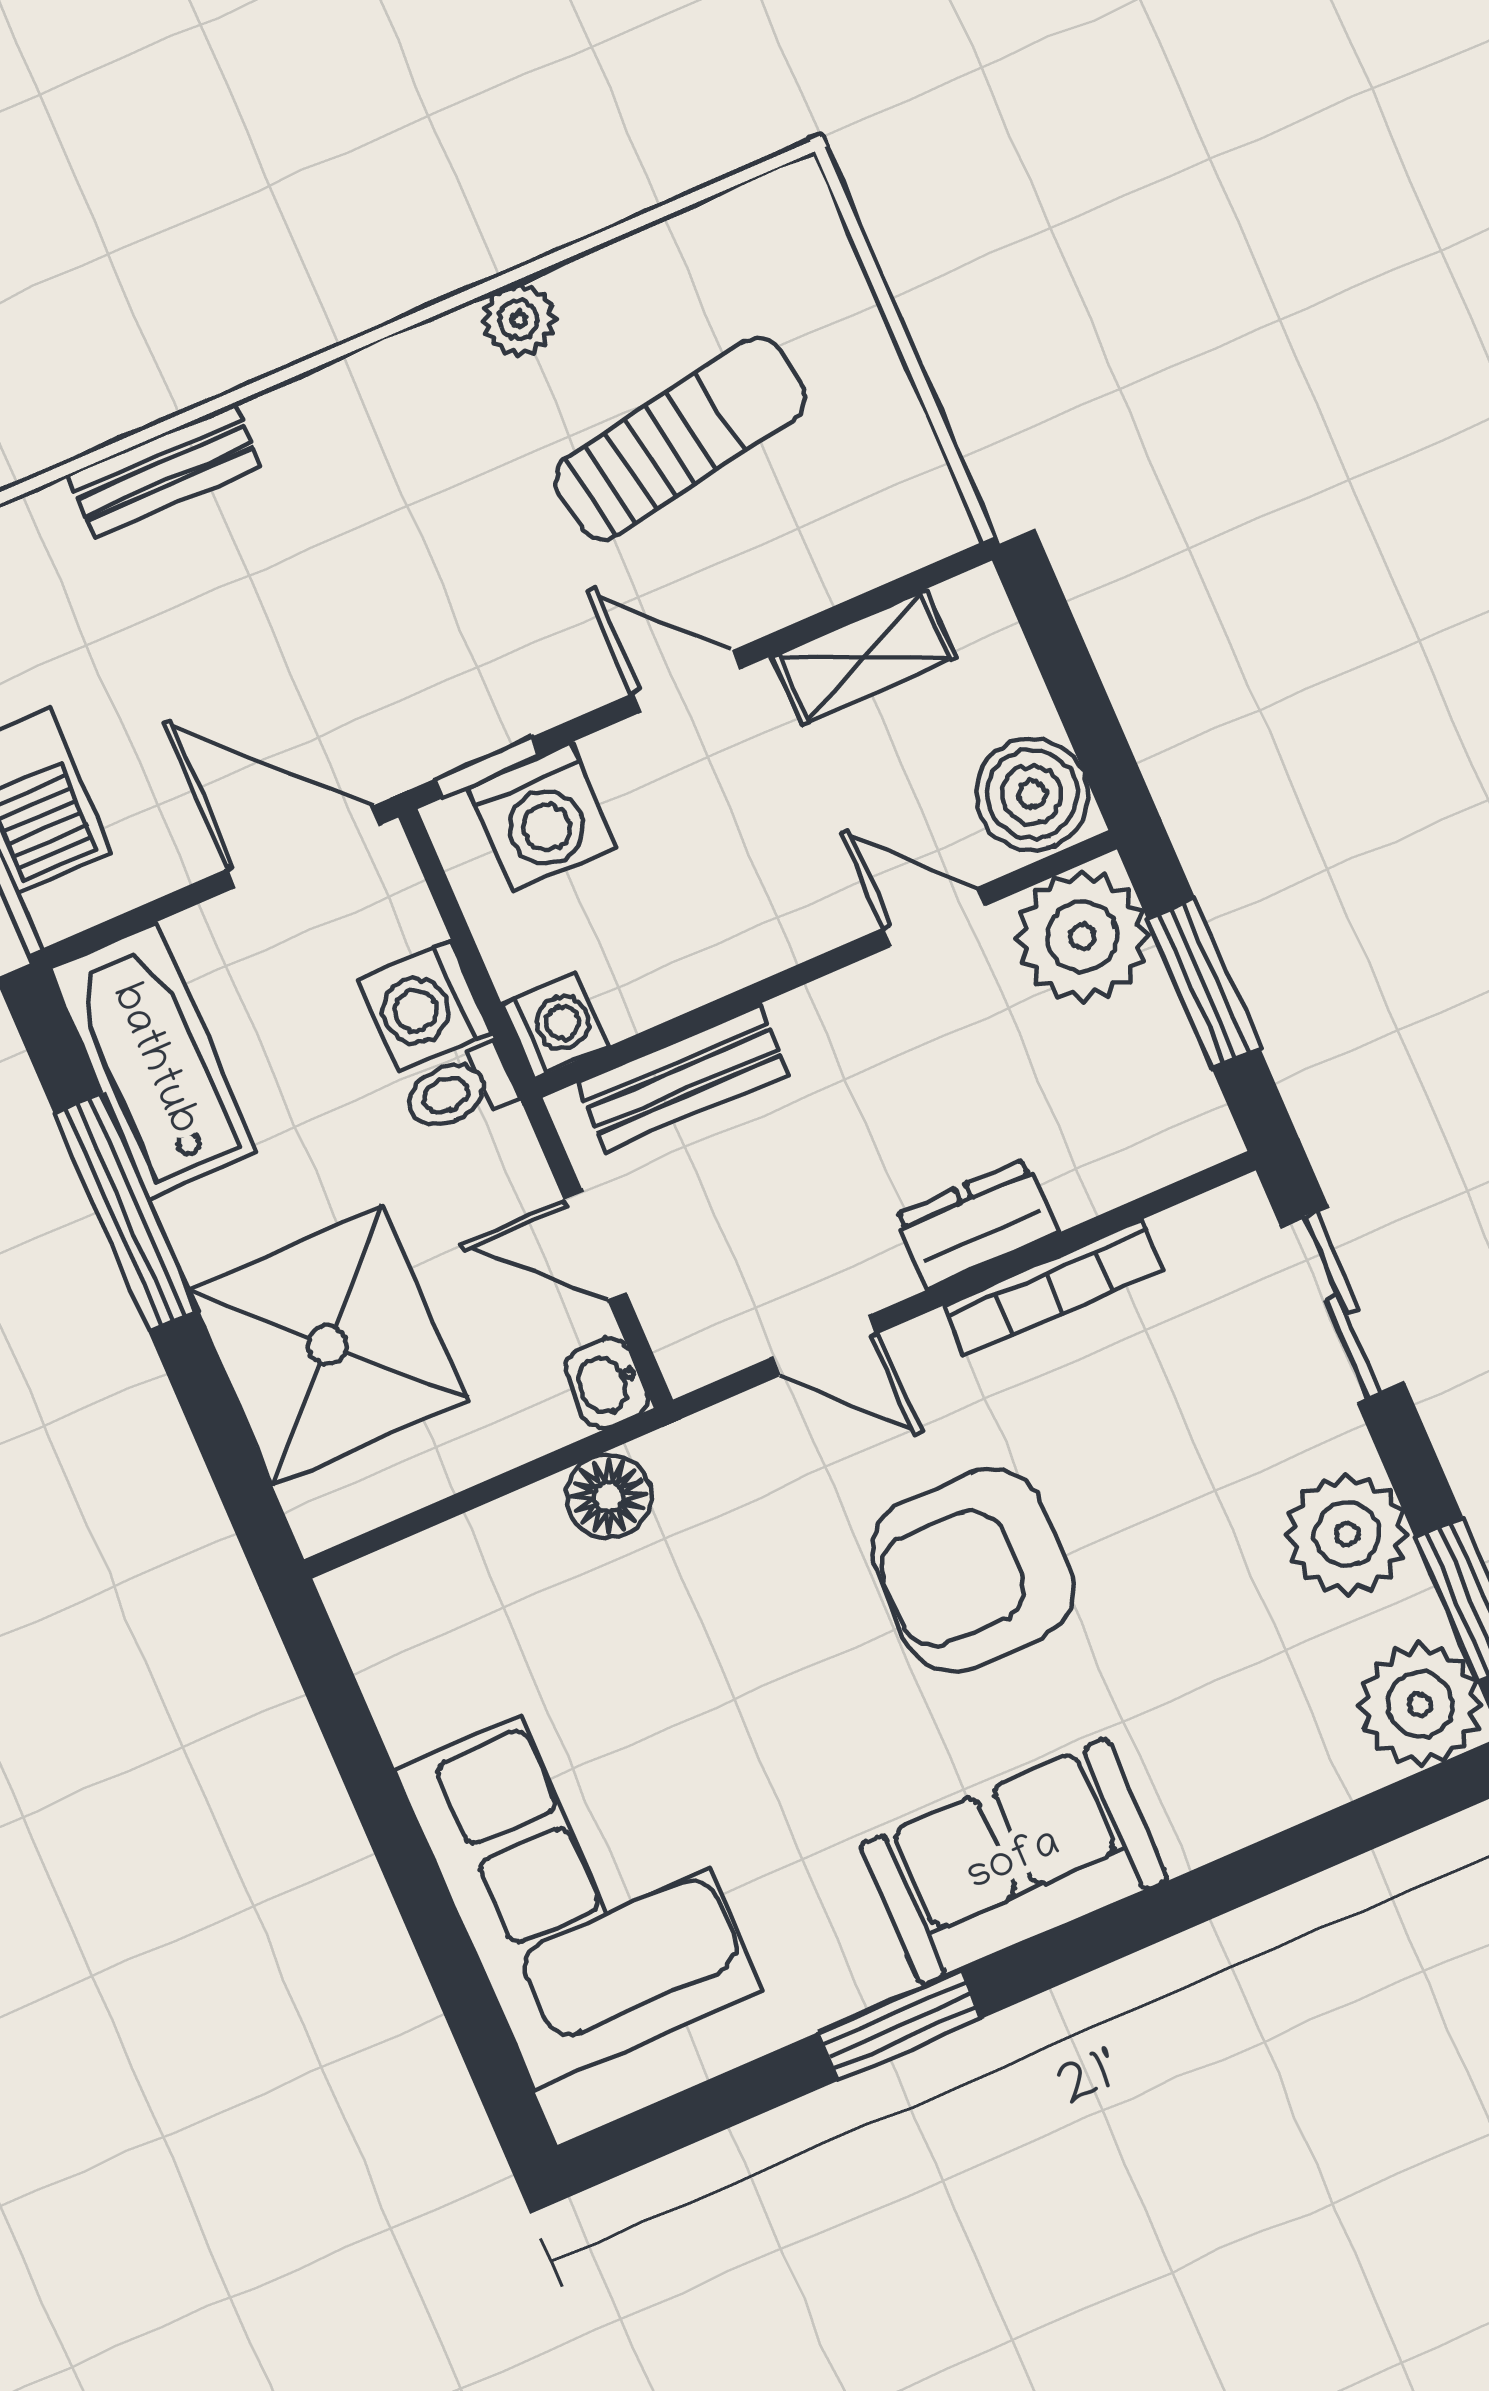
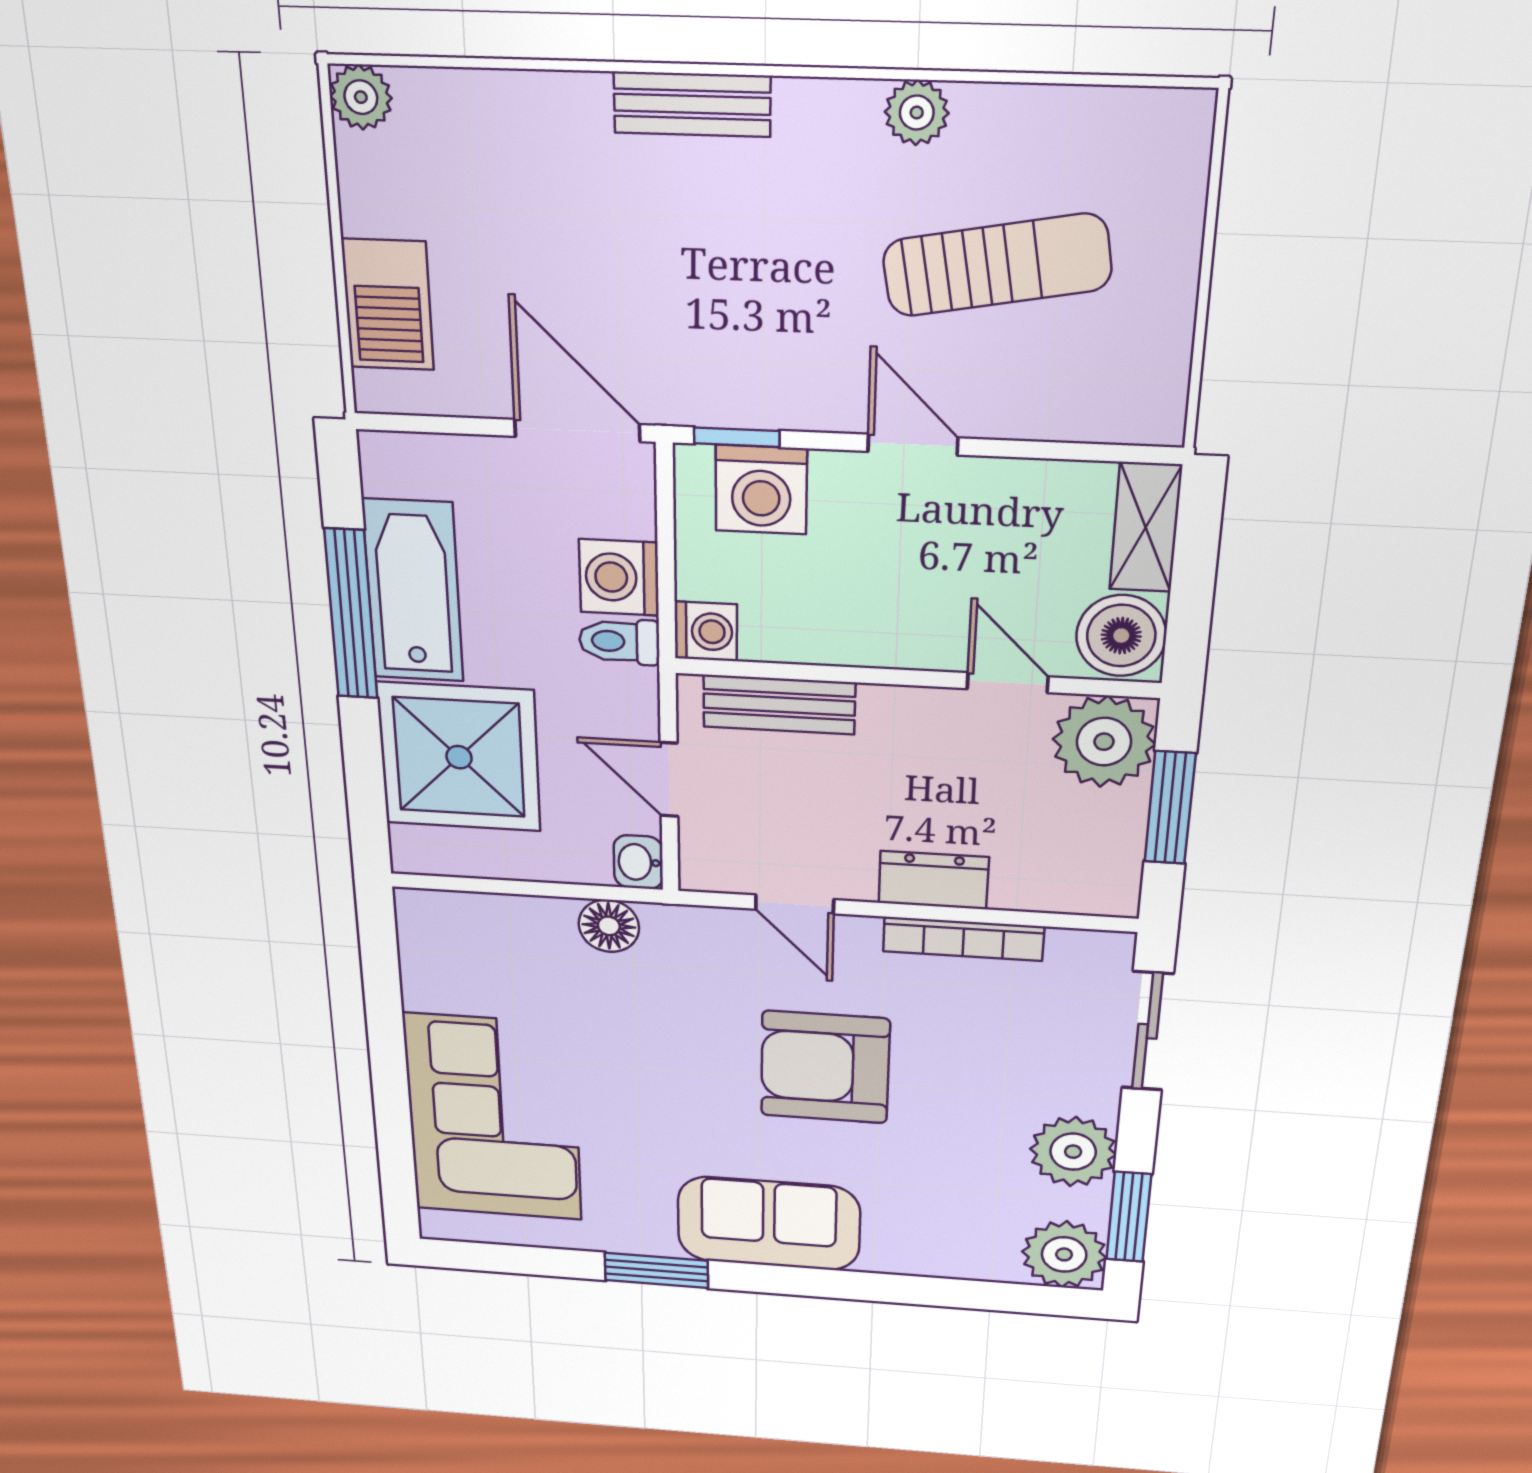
bench: (164, 471) -> (692, 104), moved
shelving: (864, 657) -> (1146, 527), moved, turned 90
bathtub: (153, 1060) -> (413, 591), moved

